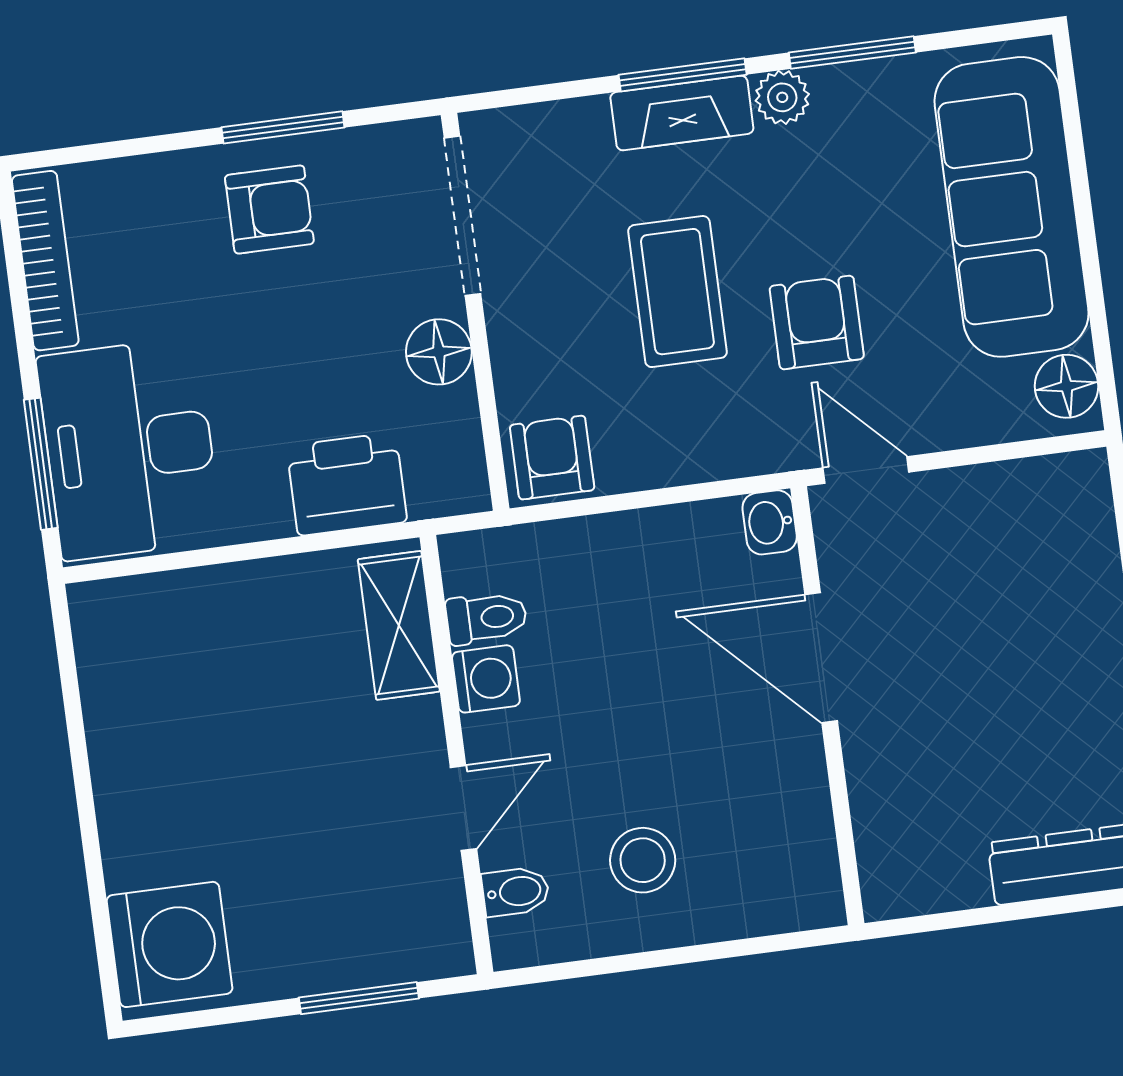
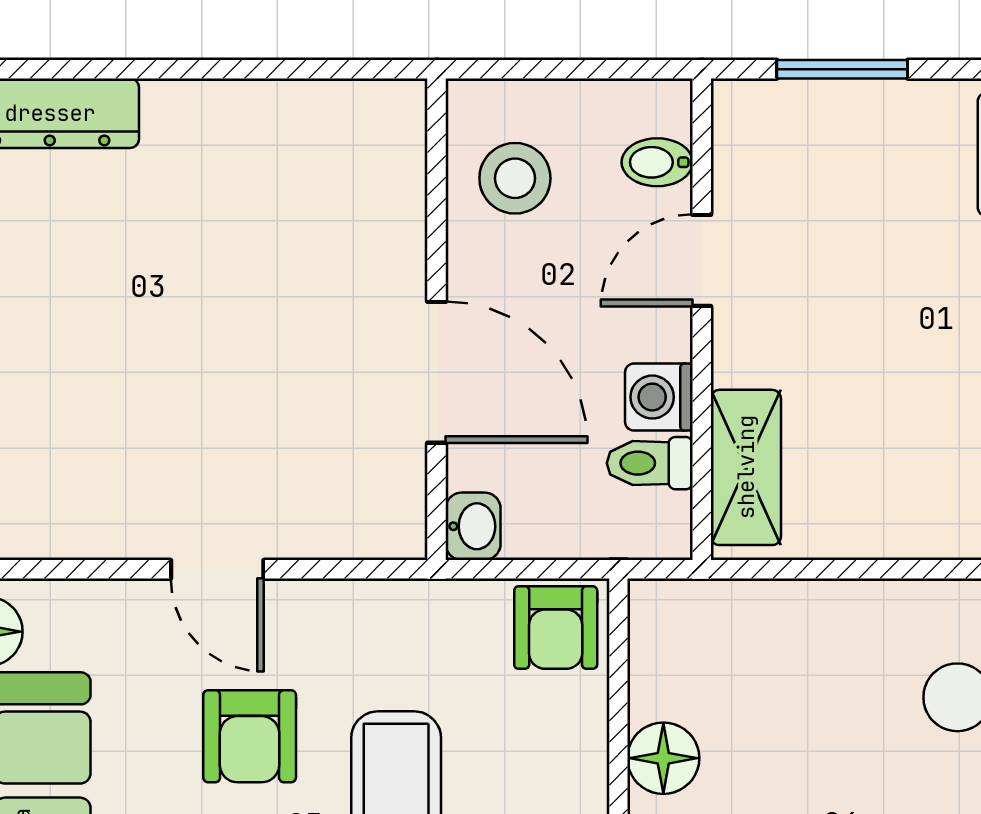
printer: (347, 484) -> (782, 628), removed
washbasin: (770, 522) -> (473, 526), moved
door: (821, 658) -> (437, 372), moved
wall: (827, 706) -> (437, 319), moved

